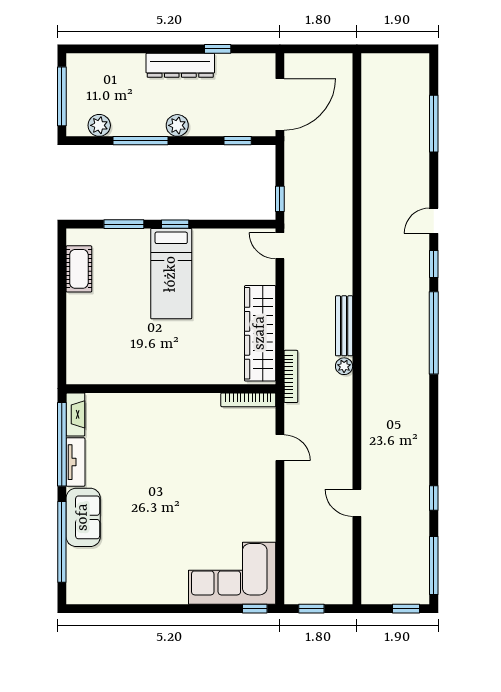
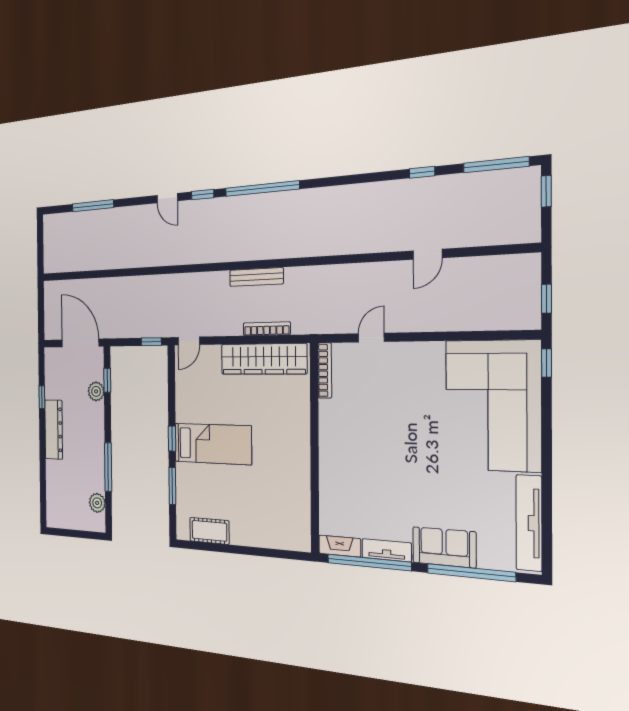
window: (62, 96) -> (77, 534), removed
plant: (177, 125) -> (96, 391), moved
plant: (344, 366) -> (293, 275), removed
bookcase: (291, 376) -> (267, 329), moved
corner sofa: (232, 573) -> (493, 405), width x1.36, depth x1.36
tv unit: (112, 593) -> (529, 523), added

